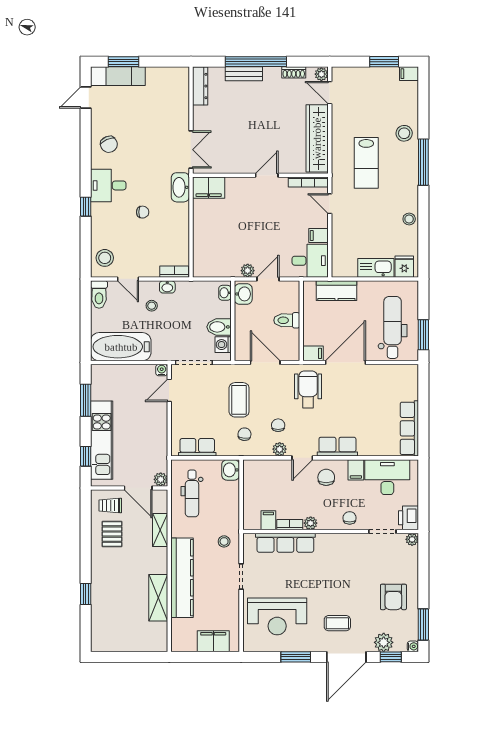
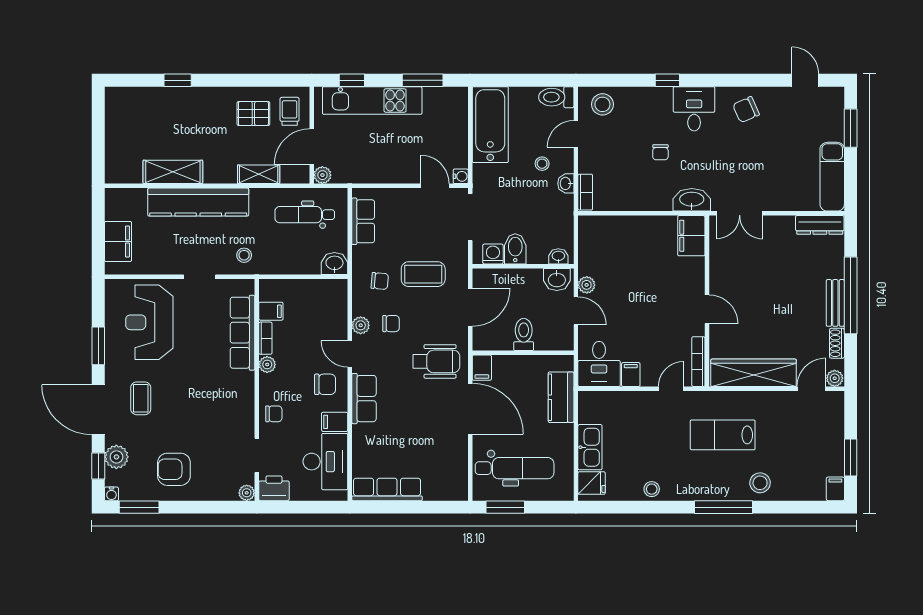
bench: (244, 74) -> (835, 303), moved
exam couch: (118, 76) -> (832, 177), moved

